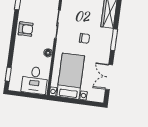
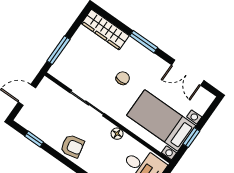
armchair: (26, 29) -> (72, 146), turned 78
window: (70, 100) -> (191, 138), added

